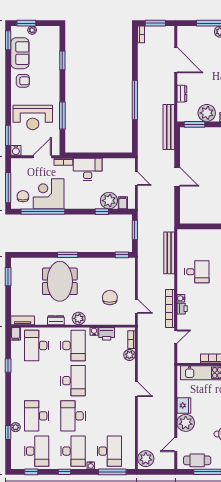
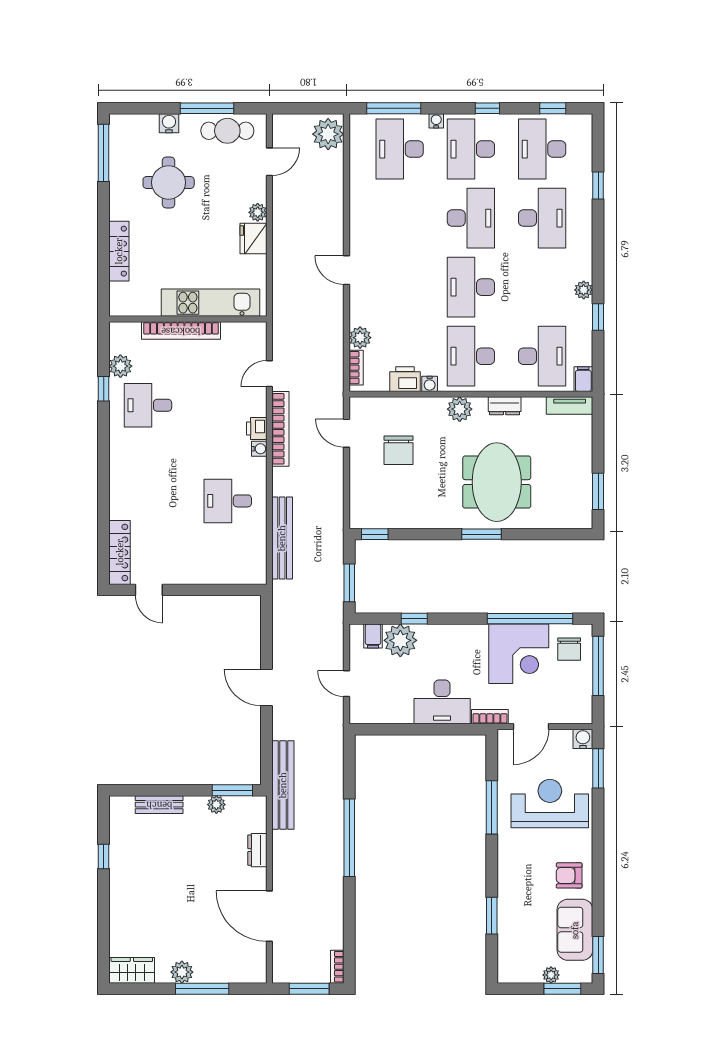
plant: (207, 113) -> (216, 805), width x0.53, depth x0.53
plant: (186, 423) -> (258, 212), width x0.53, depth x0.53
plant: (16, 427) -> (584, 290), moved

